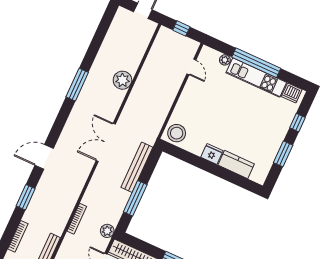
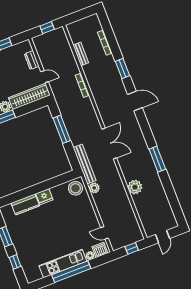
dishwasher: (292, 93) -> (100, 250), moved
door: (44, 157) -> (135, 101), hinge flipped
bench: (137, 167) -> (85, 164), moved
plant: (107, 231) -> (94, 188), moved

